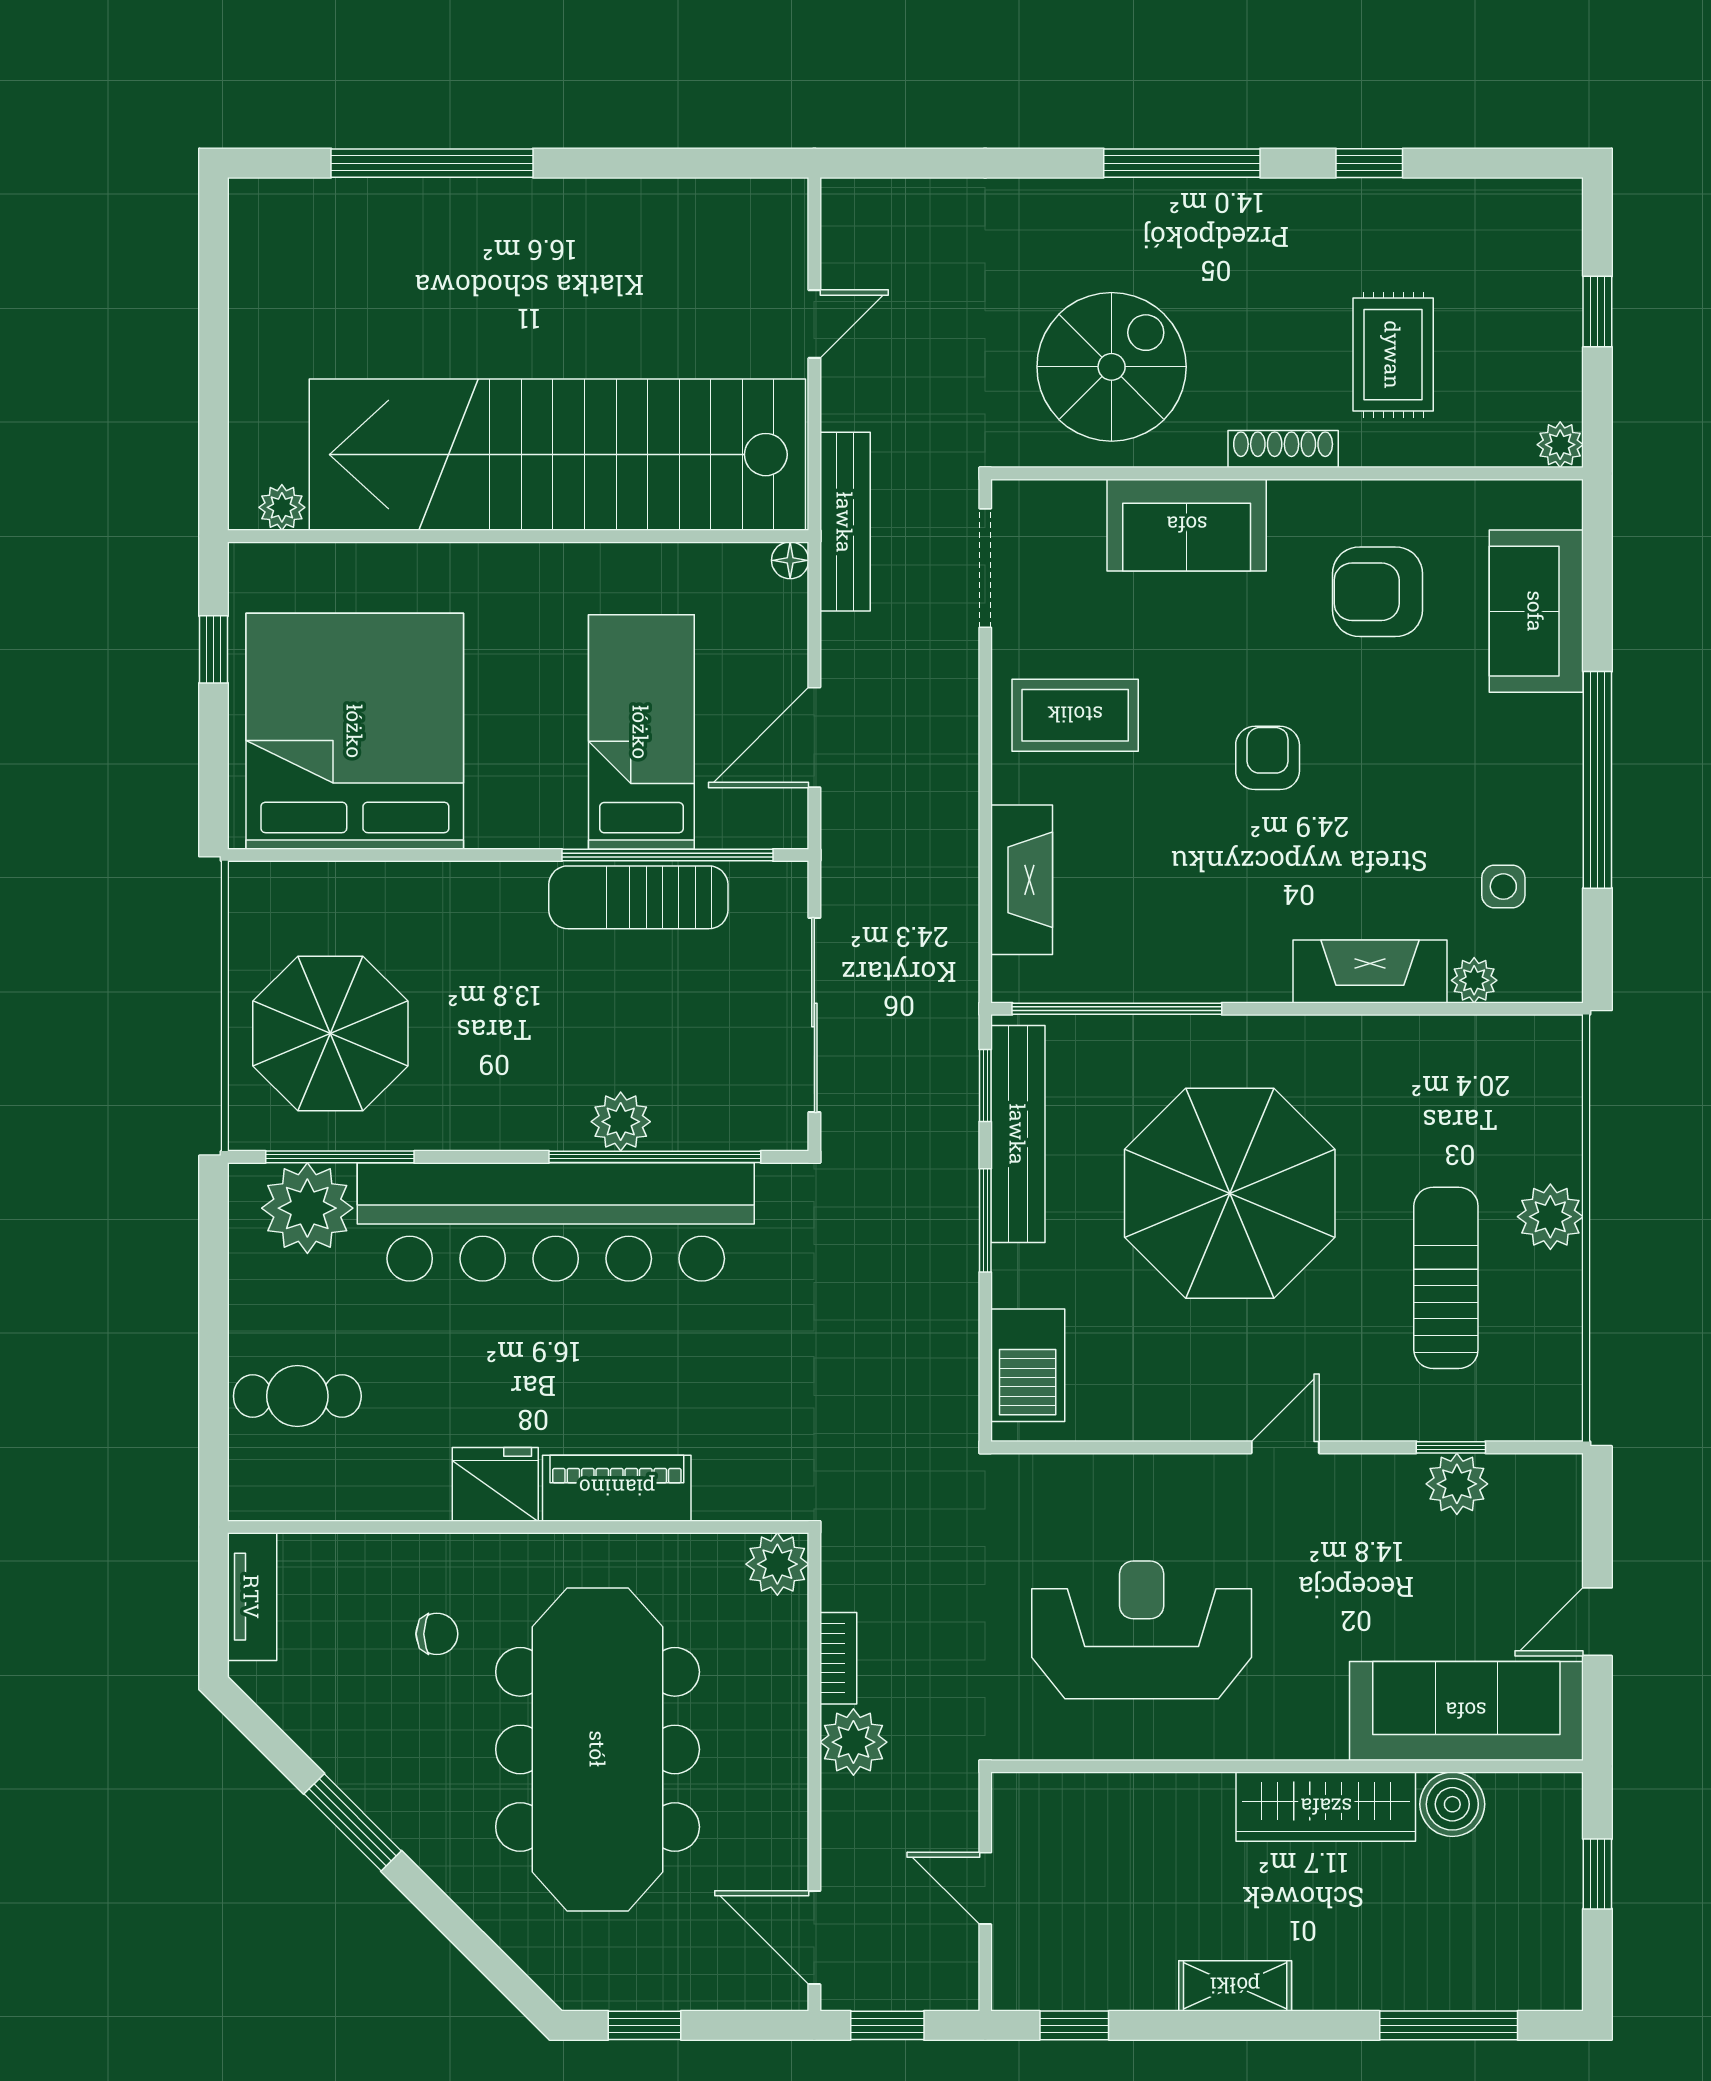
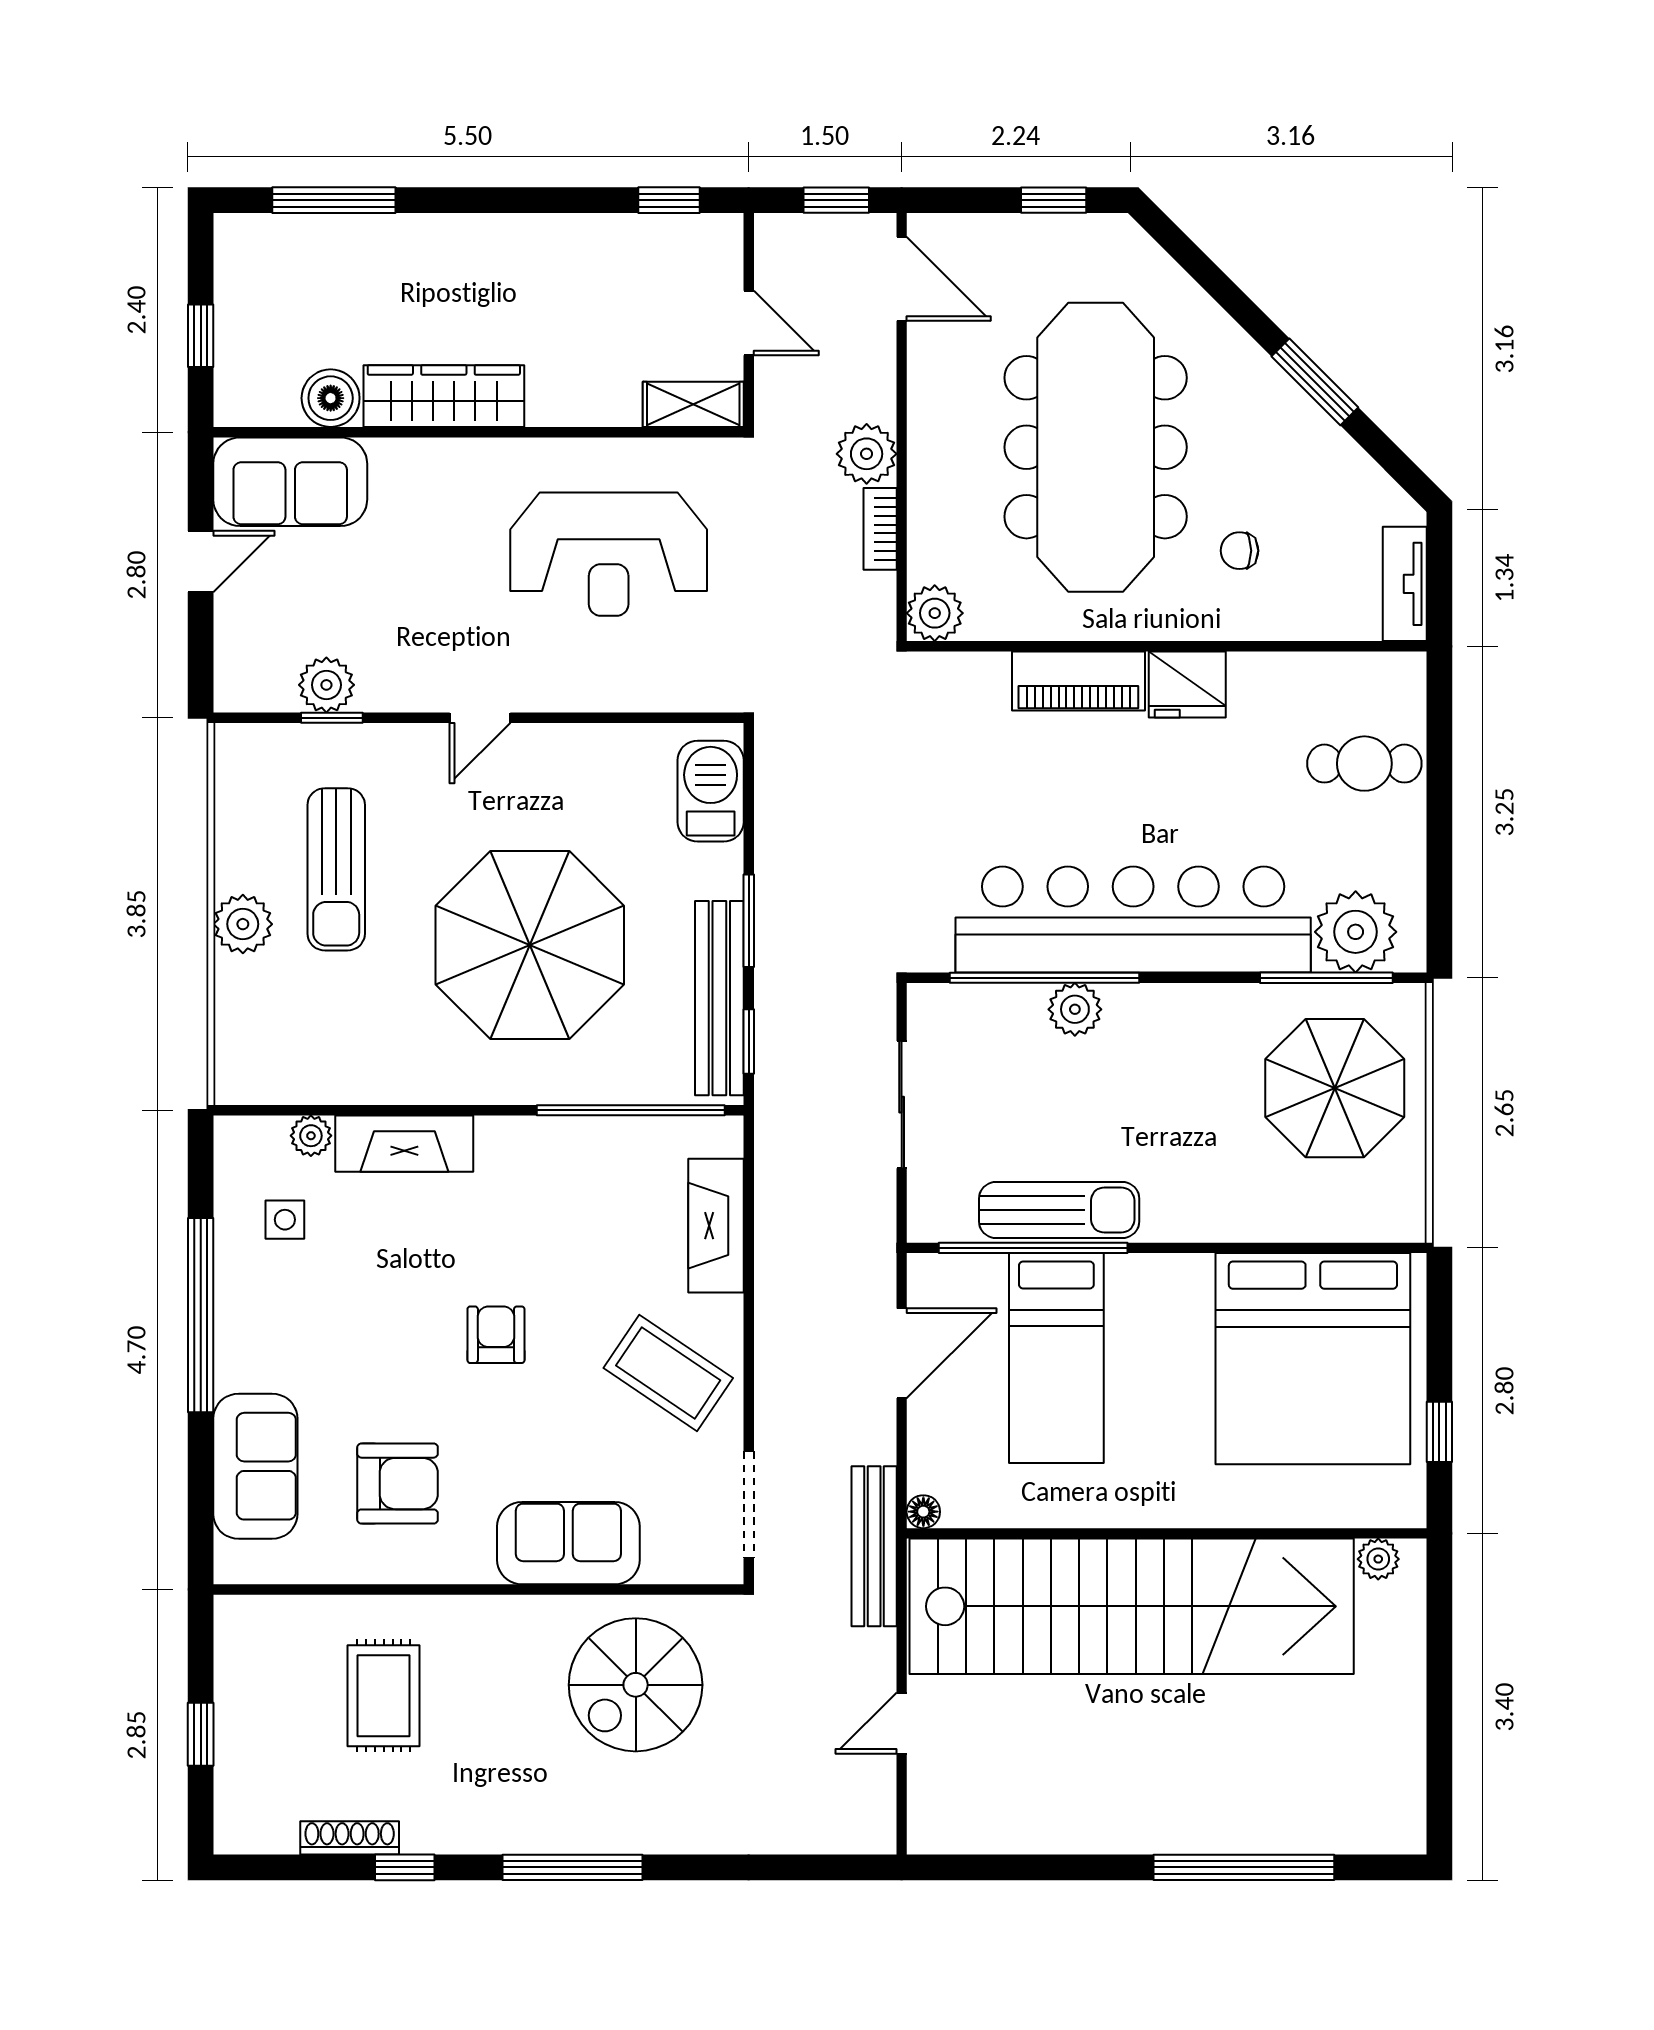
plant: (1560, 445) -> (234, 1615), removed
shoe rack: (1283, 449) -> (350, 1838), moved, turned 180
coffee table: (1075, 715) -> (668, 1373), turned 34
armchair: (1268, 758) -> (496, 1335), turned 180
sliding door: (814, 1015) -> (902, 1105), width x0.73
sofa: (1466, 1711) -> (290, 482), width x0.73
shelving: (1235, 1986) -> (693, 404), moved

